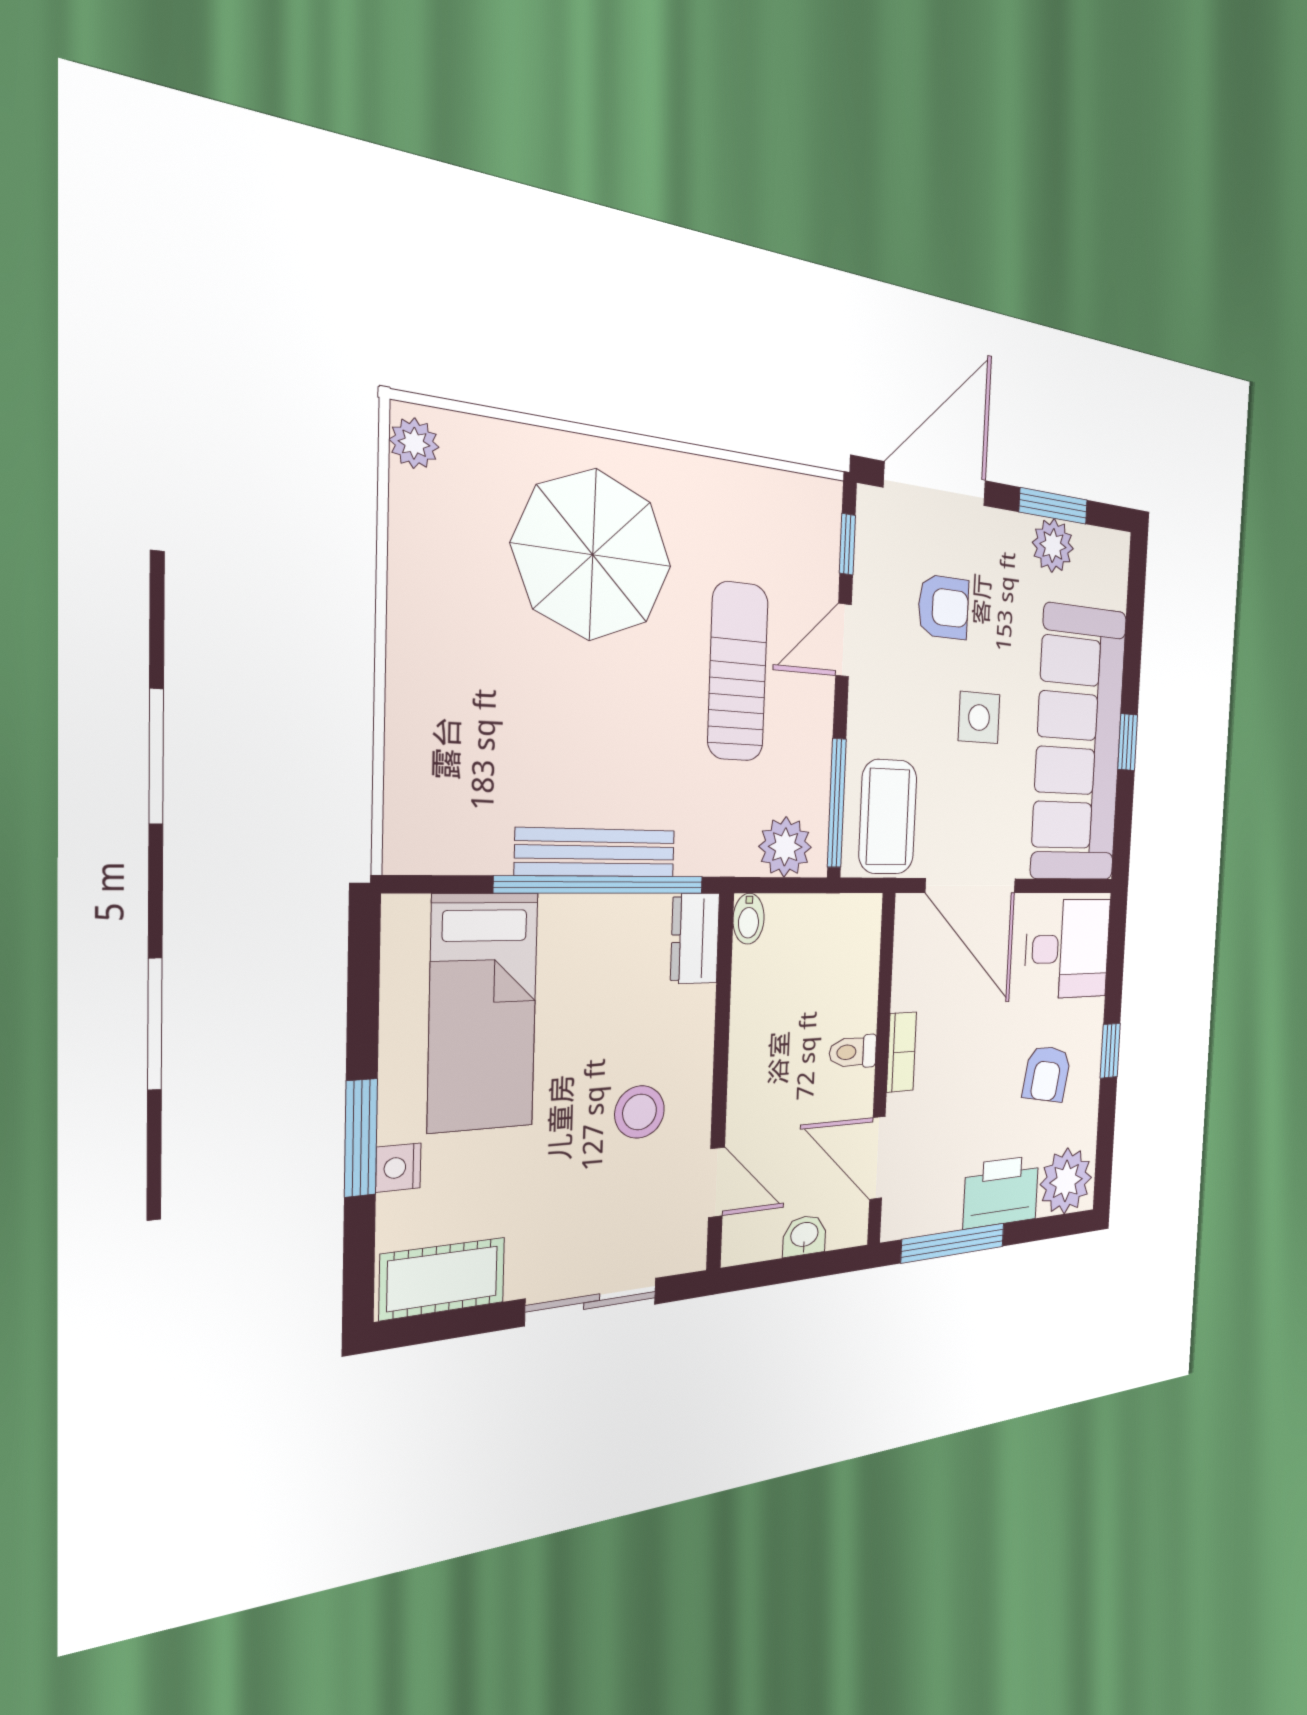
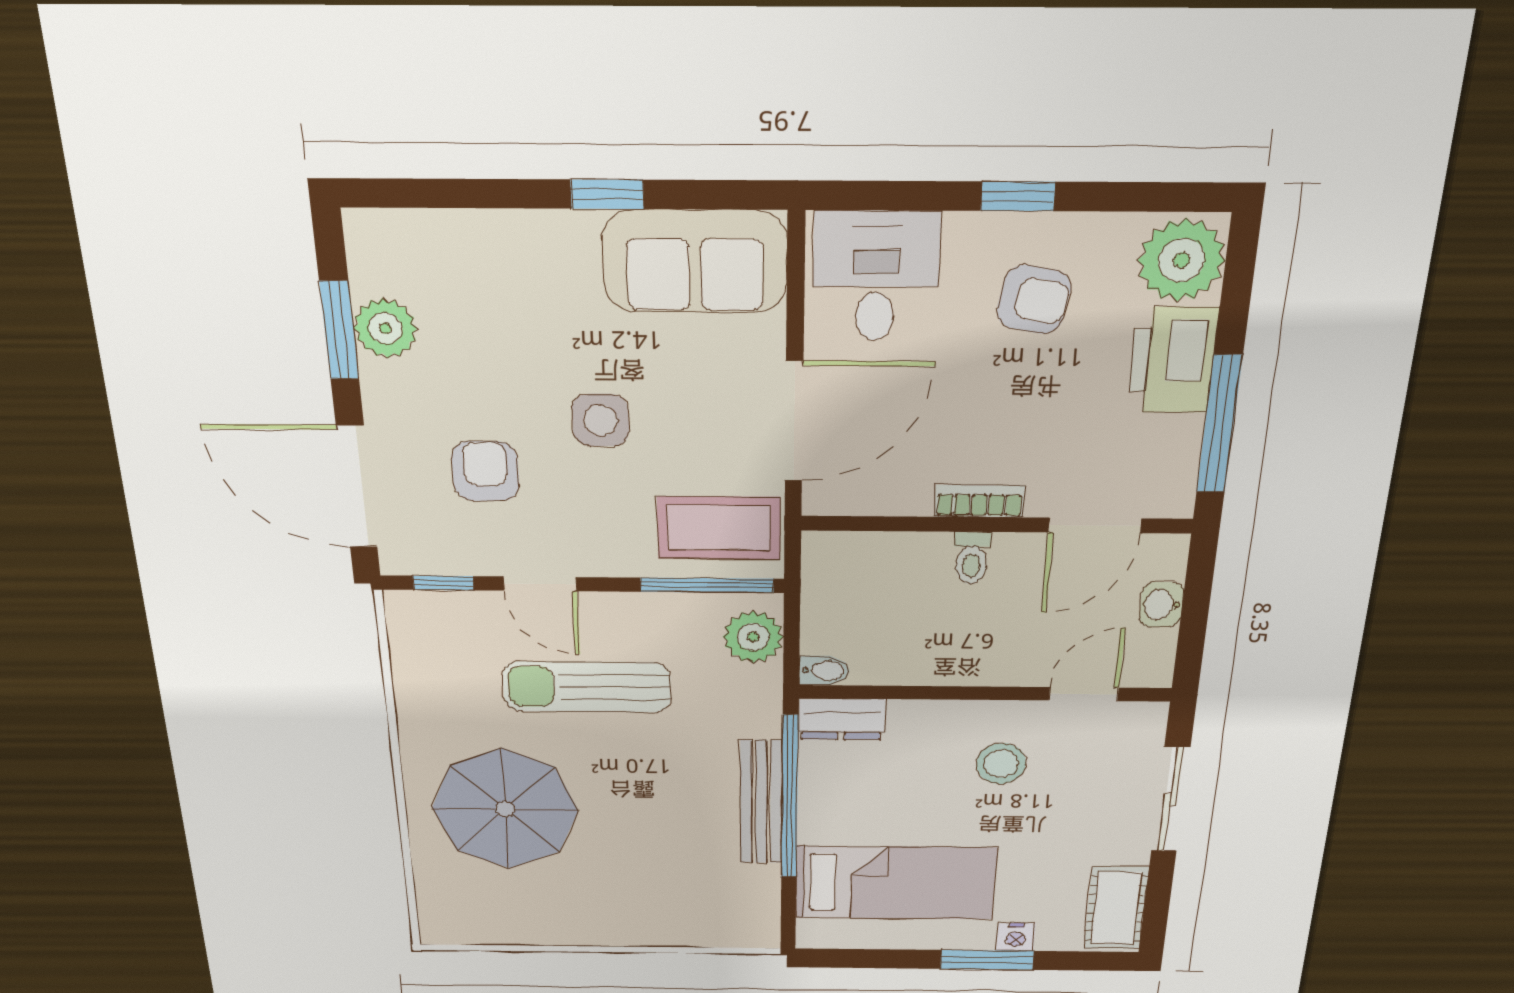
plant: (414, 443) -> (448, 930), removed
sofa: (1079, 744) -> (695, 261), width x0.54, depth x0.79

